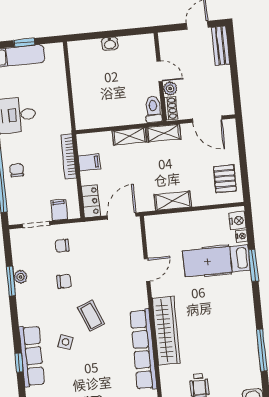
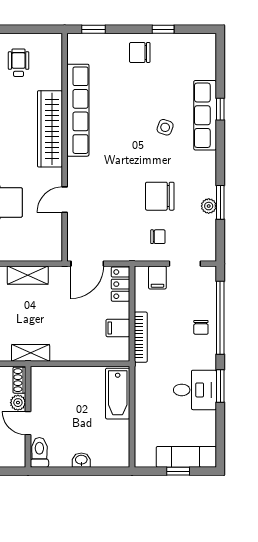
bathtub: (84, 105) -> (118, 394), added
toilet: (153, 109) -> (39, 452), moved, turned 180
shelving: (129, 136) -> (70, 353), removed
chair: (64, 281) -> (160, 196), width x1.87, depth x1.87
coffee table: (91, 316) -> (133, 154), removed

